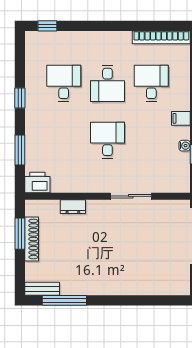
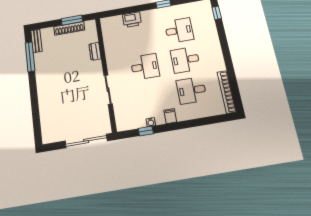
desk: (151, 83) -> (192, 90), turned 180
window: (20, 150) -> (128, 10), removed
printer: (37, 183) -> (132, 20), moved, turned 90

